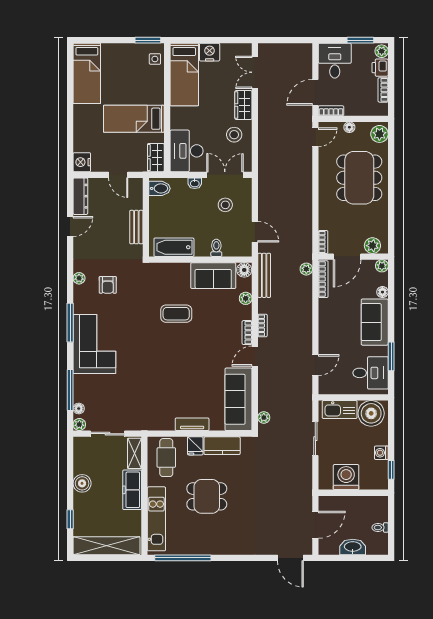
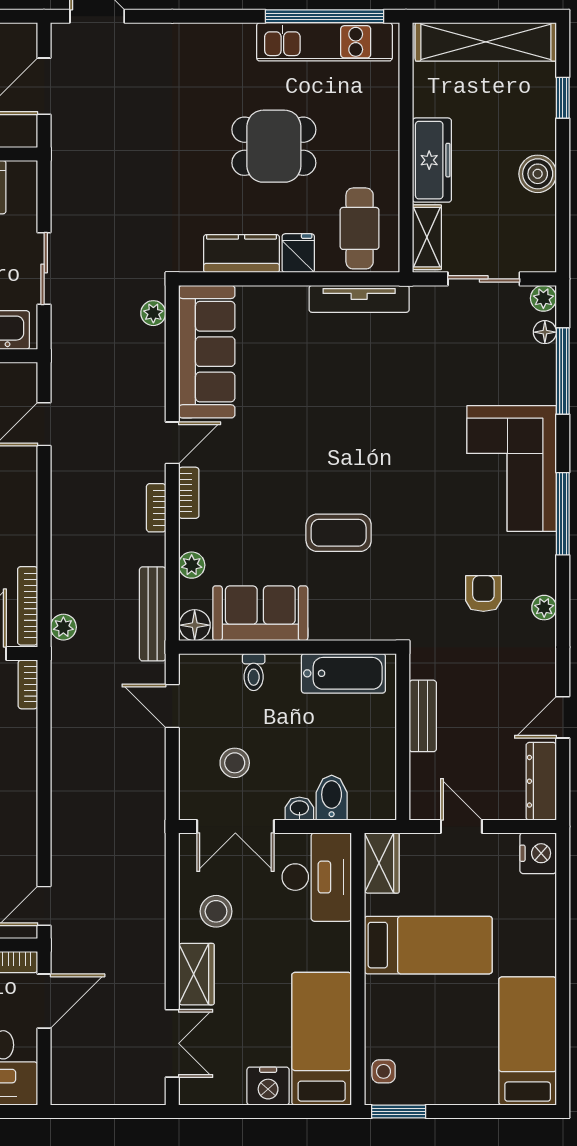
bidet: (159, 188) -> (332, 798), moved, turned 90
tv unit: (192, 424) -> (359, 299), moved, width x1.41
kitchen unit: (156, 519) -> (324, 42), moved, turned -90

